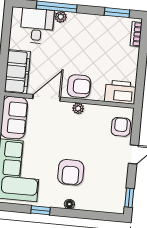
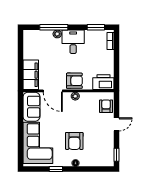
desk: (37, 26) -> (73, 42), moved
door: (47, 98) -> (53, 91), swing flipped

